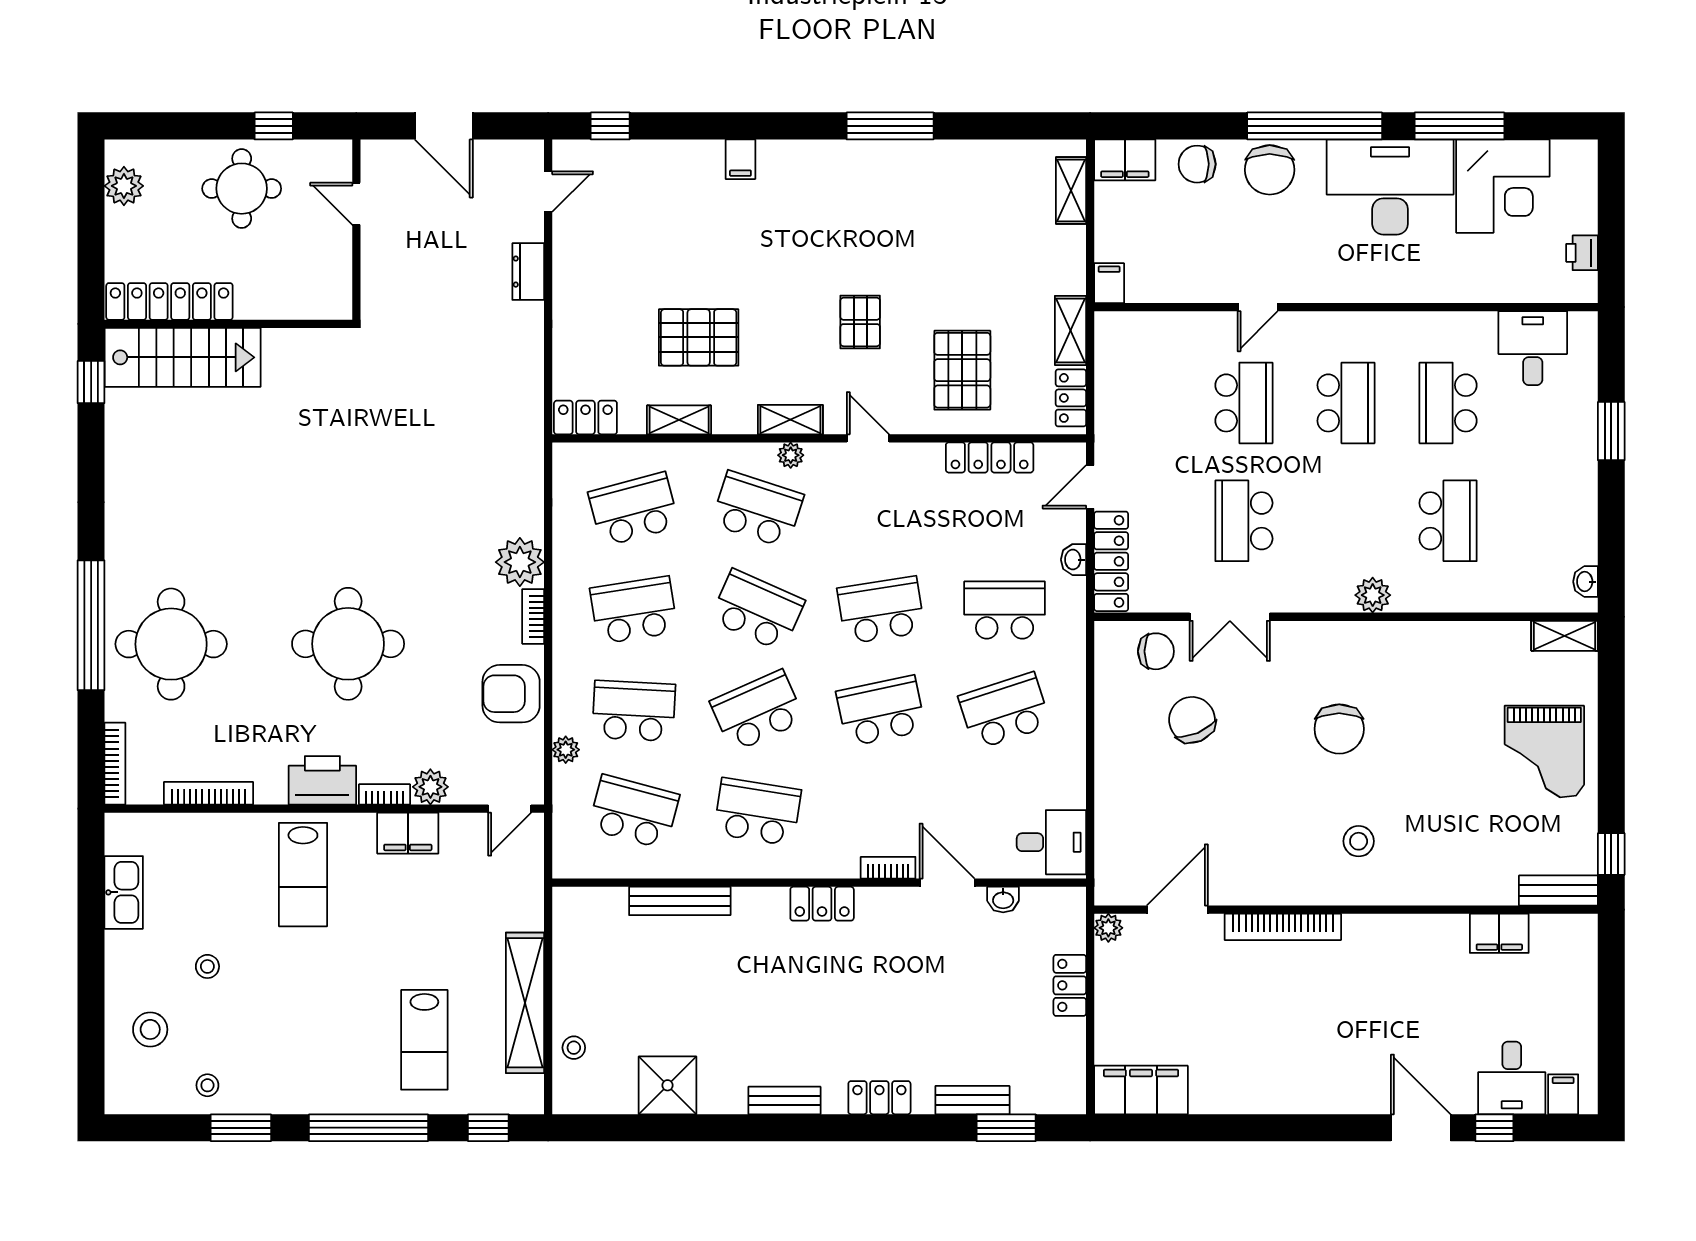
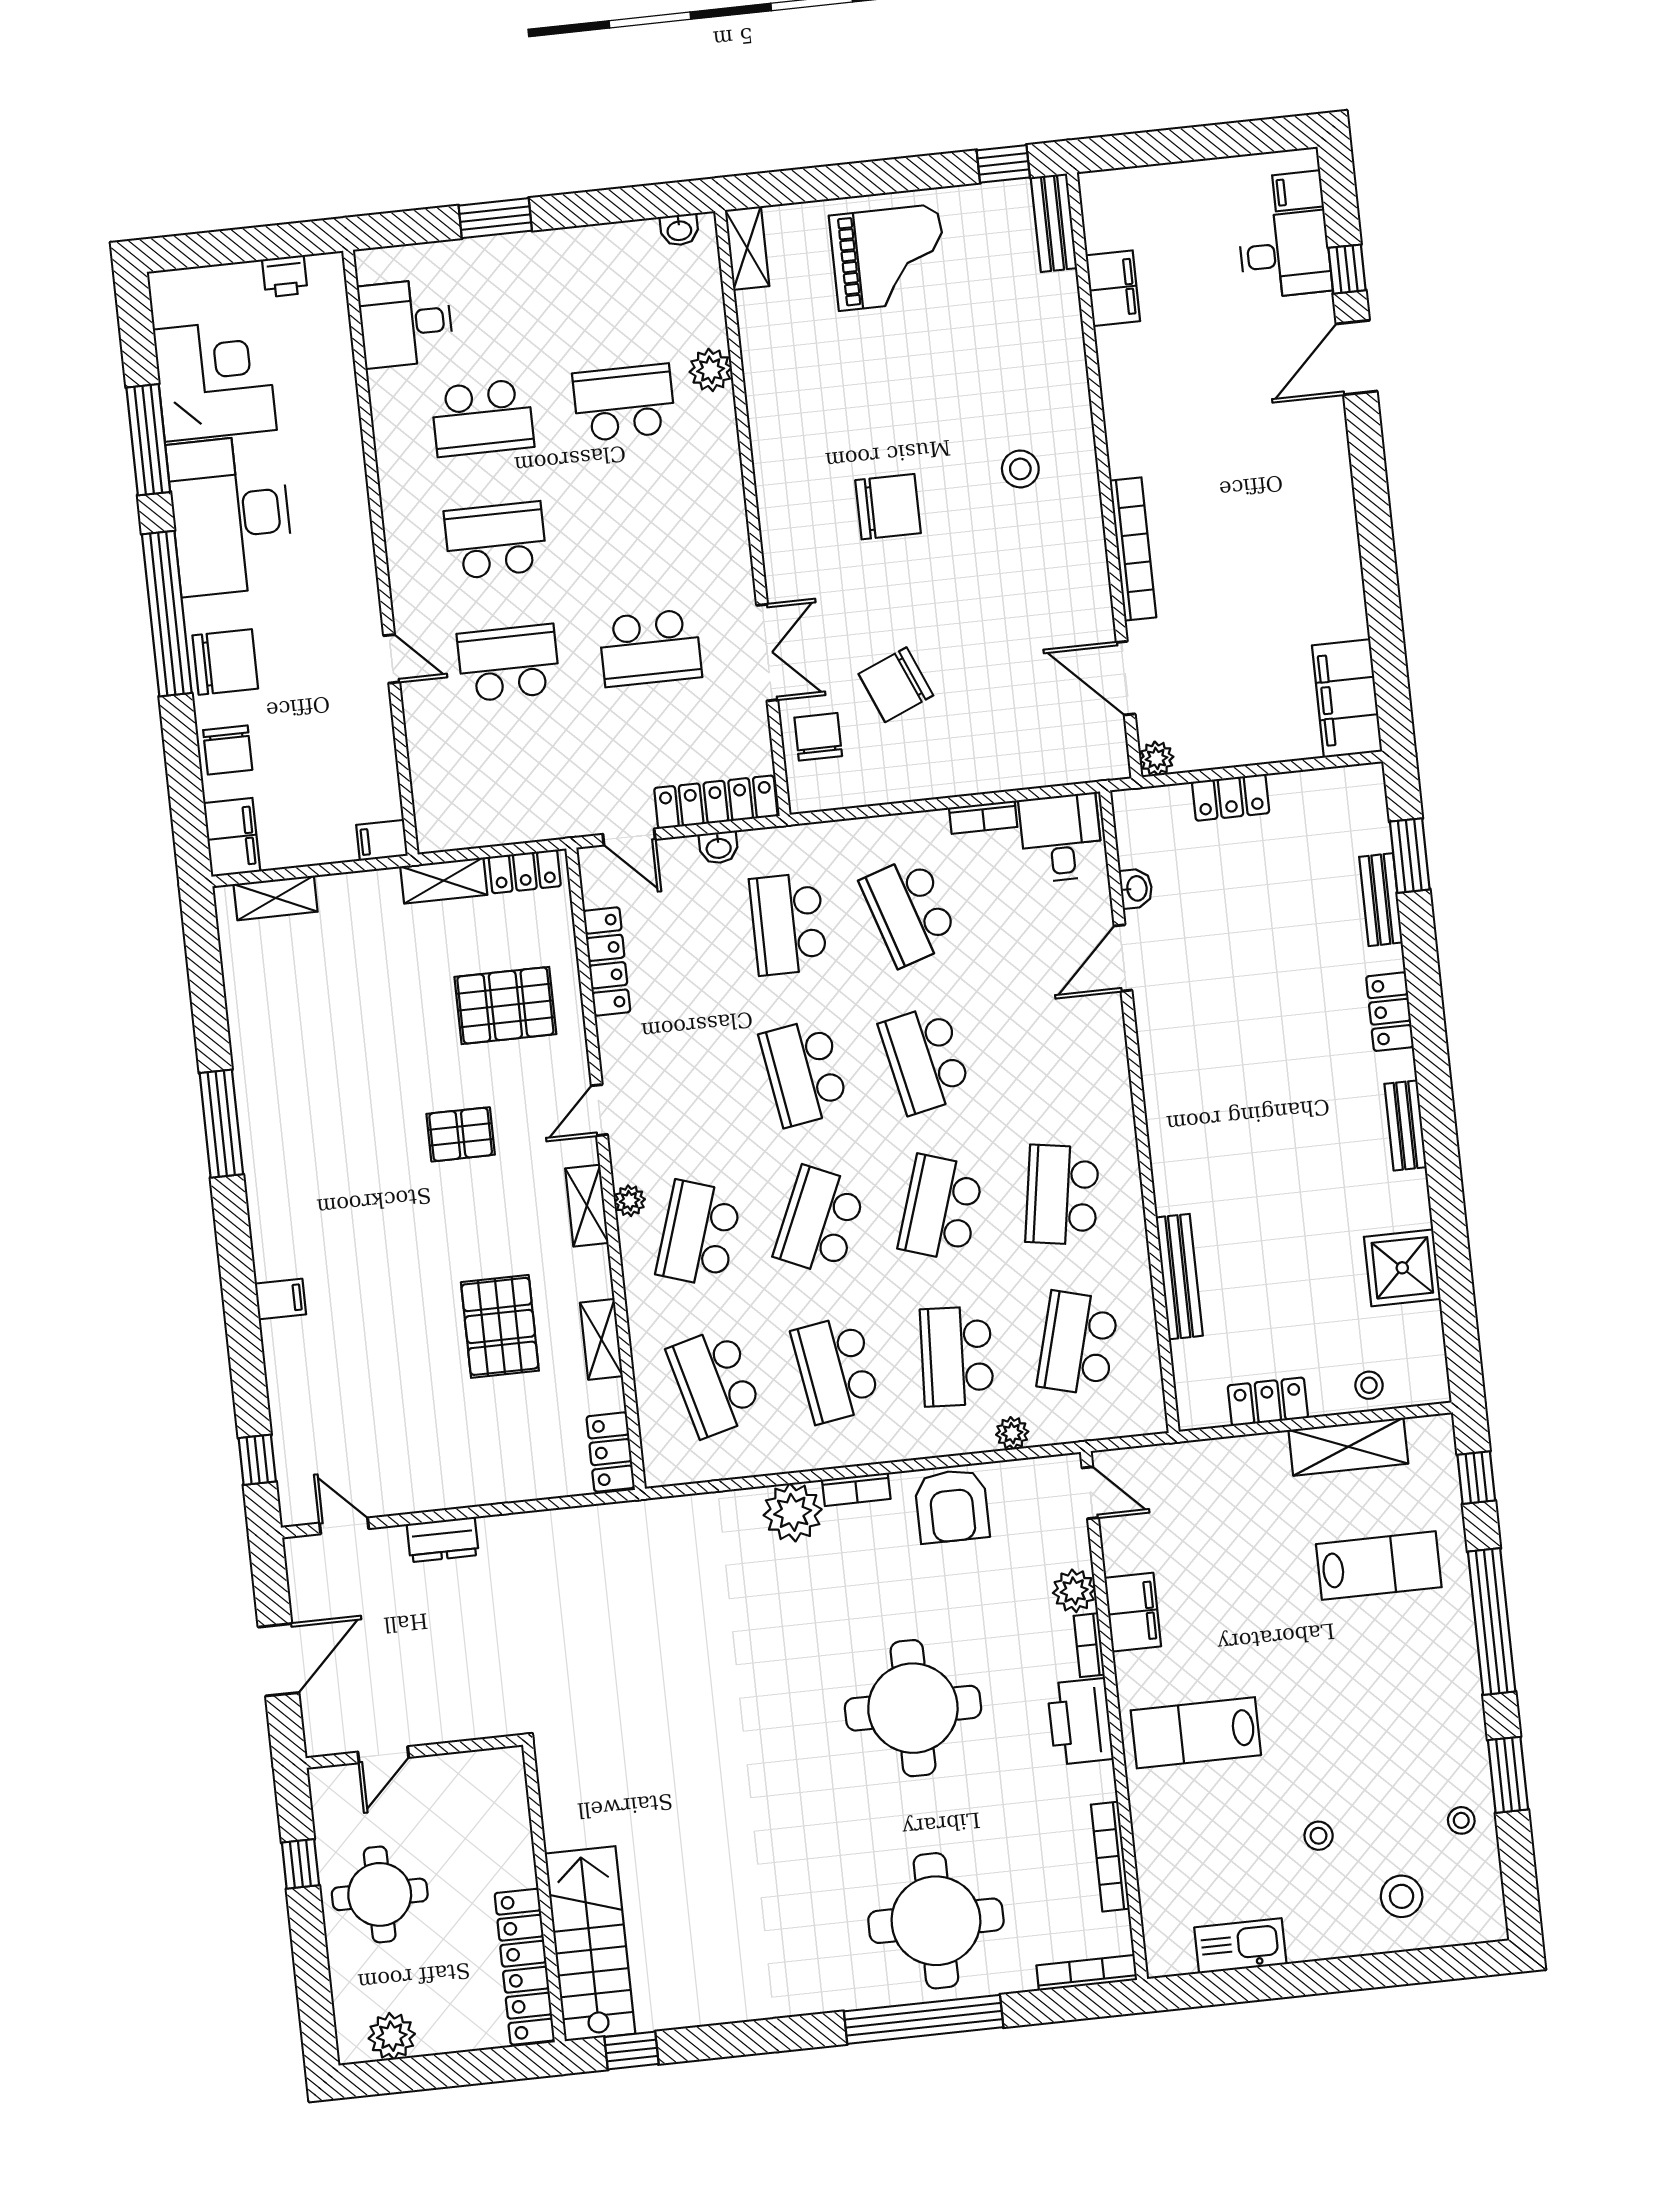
plant: (1373, 595) -> (711, 370), moved
school desk: (757, 711) -> (941, 1208), turned 42
bookcase: (888, 868) -> (983, 817), moved, turned -90
lab bench: (303, 875) -> (1196, 1733), turned 180
locker: (822, 904) -> (1268, 1402), moved, turned -90
shelving: (525, 1003) -> (1348, 1447), width x0.68

